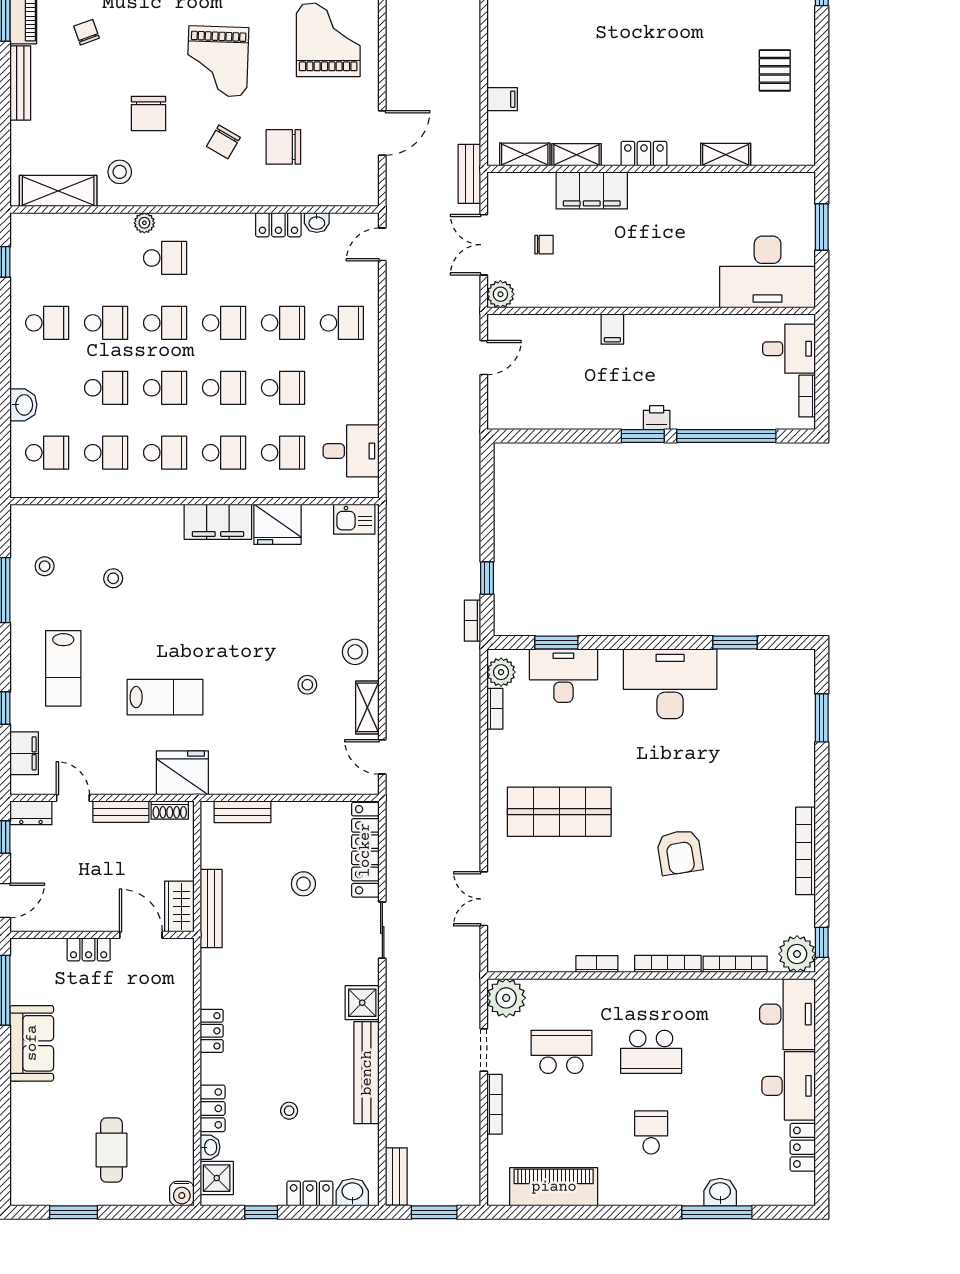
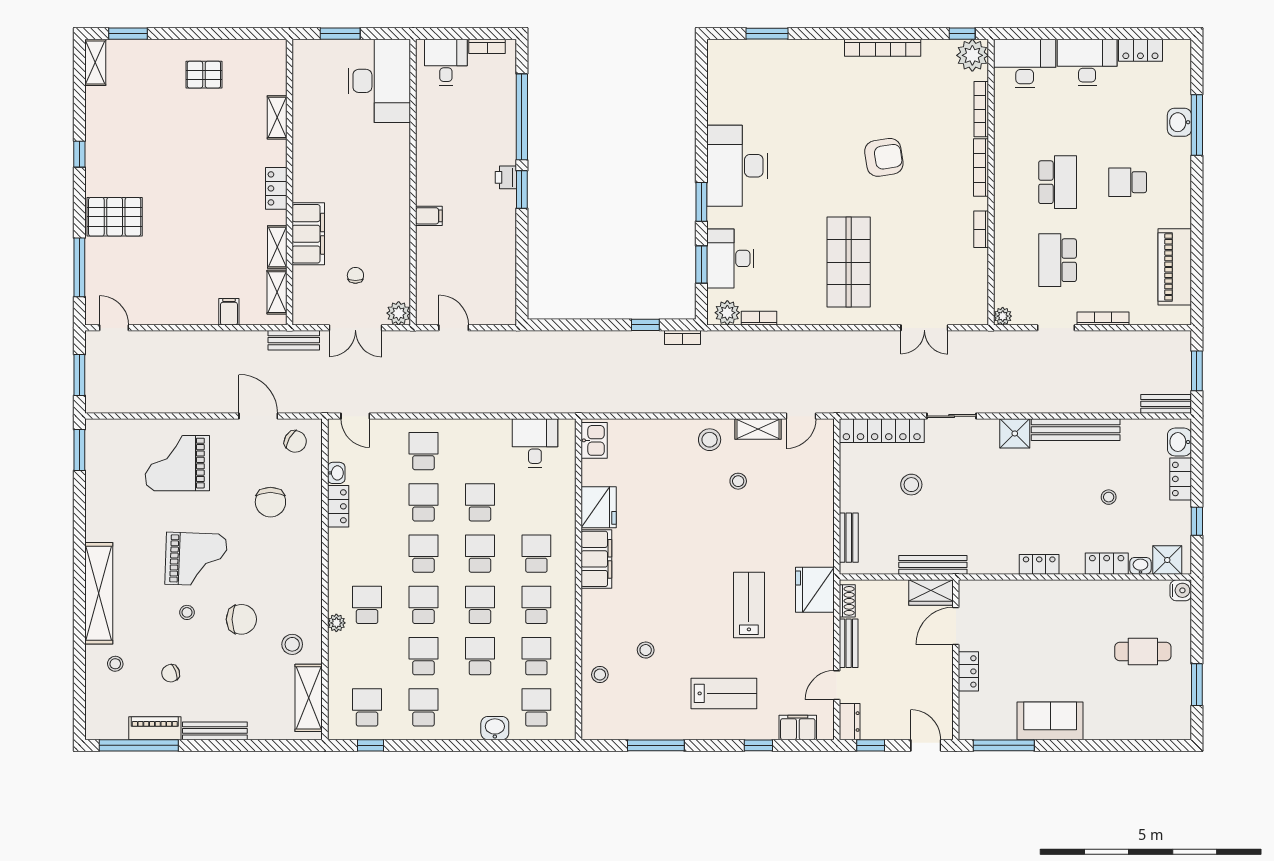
stool: (156, 51) -> (187, 612), added
chair: (223, 142) -> (295, 441), moved
school desk: (283, 453) -> (367, 707), moved
stool: (45, 566) -> (600, 675), moved
window: (735, 642) -> (701, 202), moved
plant: (506, 998) -> (1003, 316), width x0.53, depth x0.53

